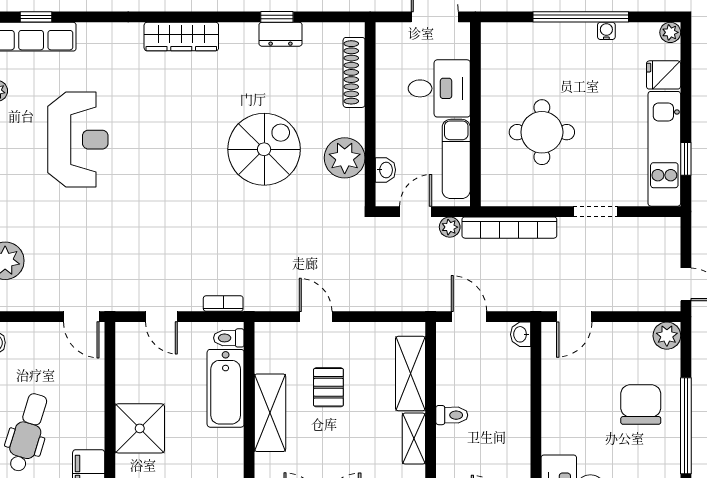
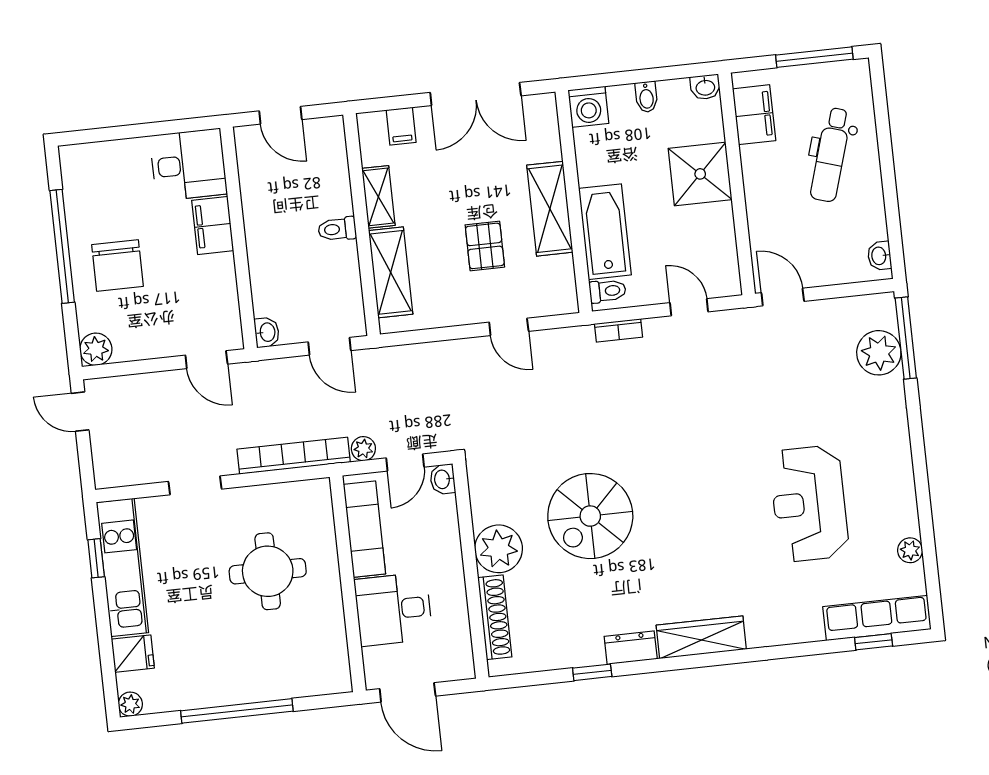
water cooler: (606, 31) -> (205, 698), removed
dresser: (281, 34) -> (631, 648), moved
plant: (345, 158) -> (499, 549), moved
washbasin: (385, 170) -> (443, 479), moved
door: (574, 317) -> (206, 360), swing flipped
filing cabinet: (557, 430) -> (213, 225), added

